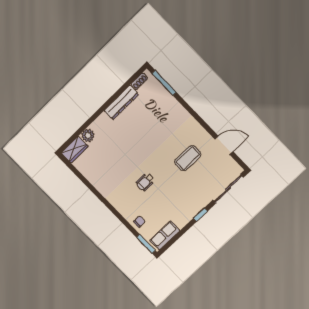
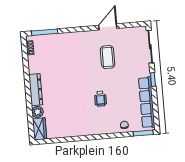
dresser: (121, 103) -> (36, 90), moved
door: (224, 145) -> (108, 27), moved
row of seats: (165, 235) -> (147, 102), width x2.02

